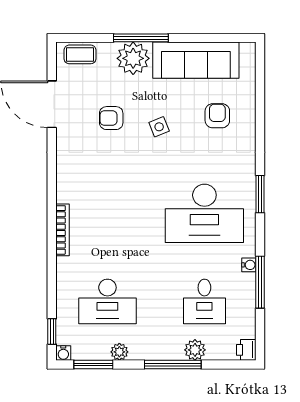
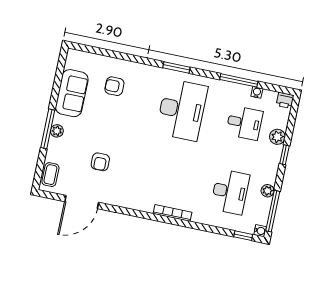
plant: (133, 58) -> (57, 131), width x0.53, depth x0.53
sofa: (196, 60) -> (72, 93), width x0.73
side table: (159, 127) -> (114, 129), removed
water cooler: (249, 265) -> (257, 92), moved
window: (93, 365) -> (273, 211), width x1.44
window: (173, 365) -> (285, 155), width x0.46

